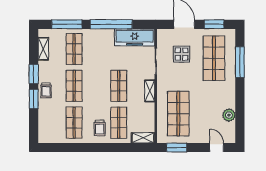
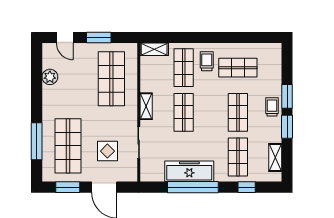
window: (67, 24) -> (247, 187), width x0.46
freezer: (135, 37) -> (189, 171), moved
shop shelf: (74, 123) -> (238, 68), turned 90
window: (177, 148) -> (99, 37), moved

